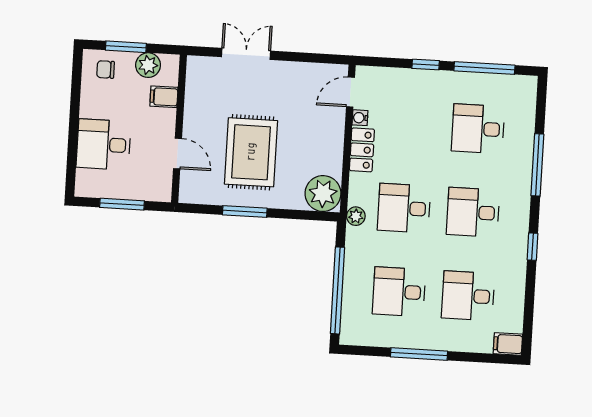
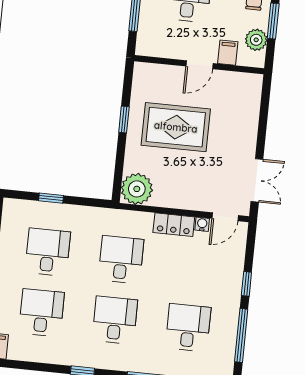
double door: (246, 54) -> (257, 180), moved
door: (350, 92) -> (225, 217), swing flipped
door: (178, 154) -> (200, 65), moved
window: (245, 211) -> (124, 119), width x0.67
plant: (356, 216) -> (116, 217), removed
window: (337, 290) -> (51, 198), width x0.32

